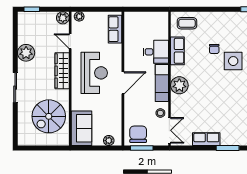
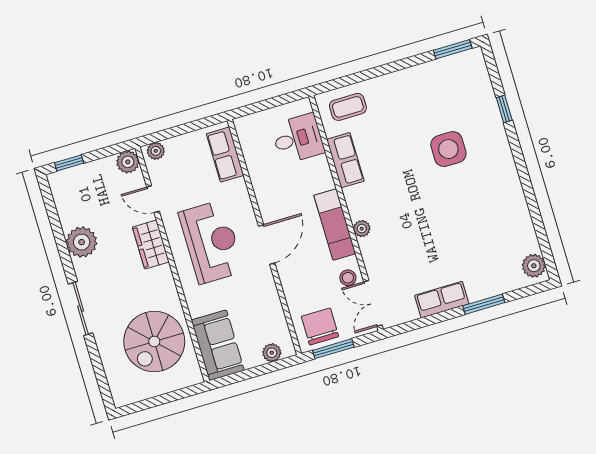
chair: (214, 49) -> (409, 138), removed
desk: (156, 52) -> (298, 139), moved
wardrobe: (62, 71) -> (151, 244), width x0.67
plant: (179, 85) -> (362, 229), width x0.53, depth x0.53
double door: (169, 130) -> (373, 303), swing flipped

